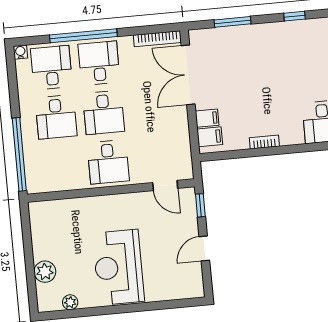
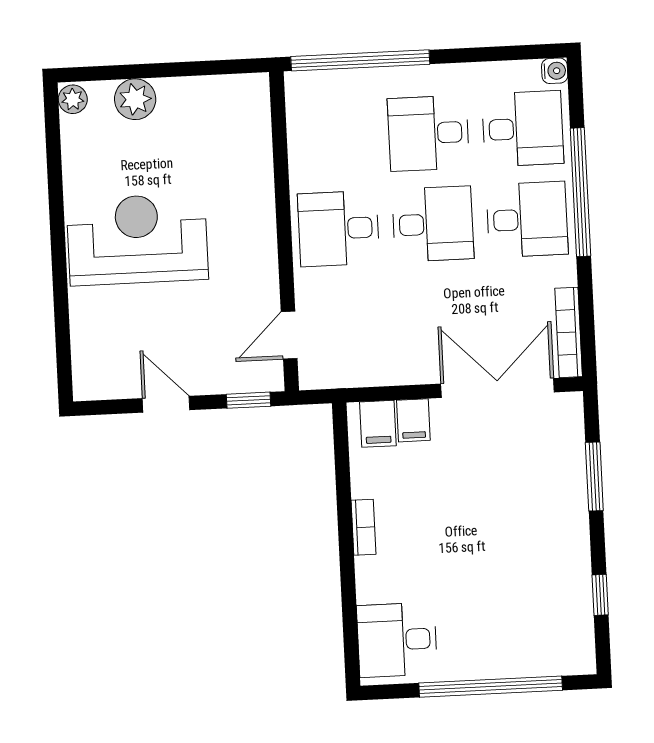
desk: (104, 113) -> (433, 224), turned 180
plant: (70, 302) -> (73, 99), moved

